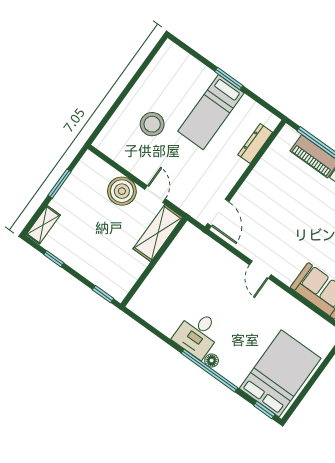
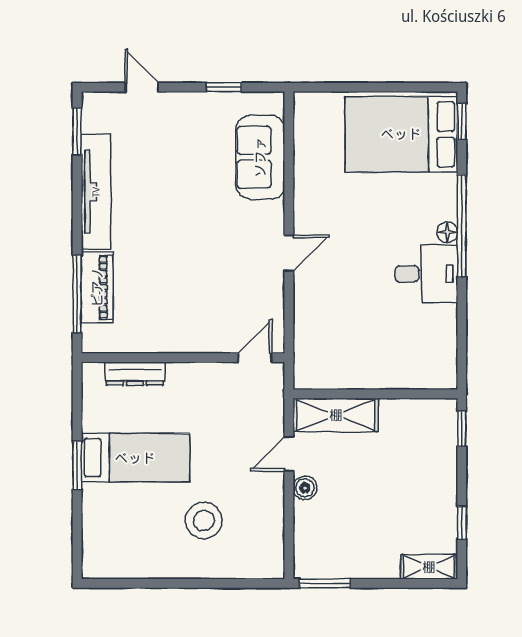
window: (60, 184) -> (325, 583), moved
boiler: (122, 191) -> (305, 488), width x0.54, depth x0.54
door: (218, 213) -> (255, 358), width x0.73

